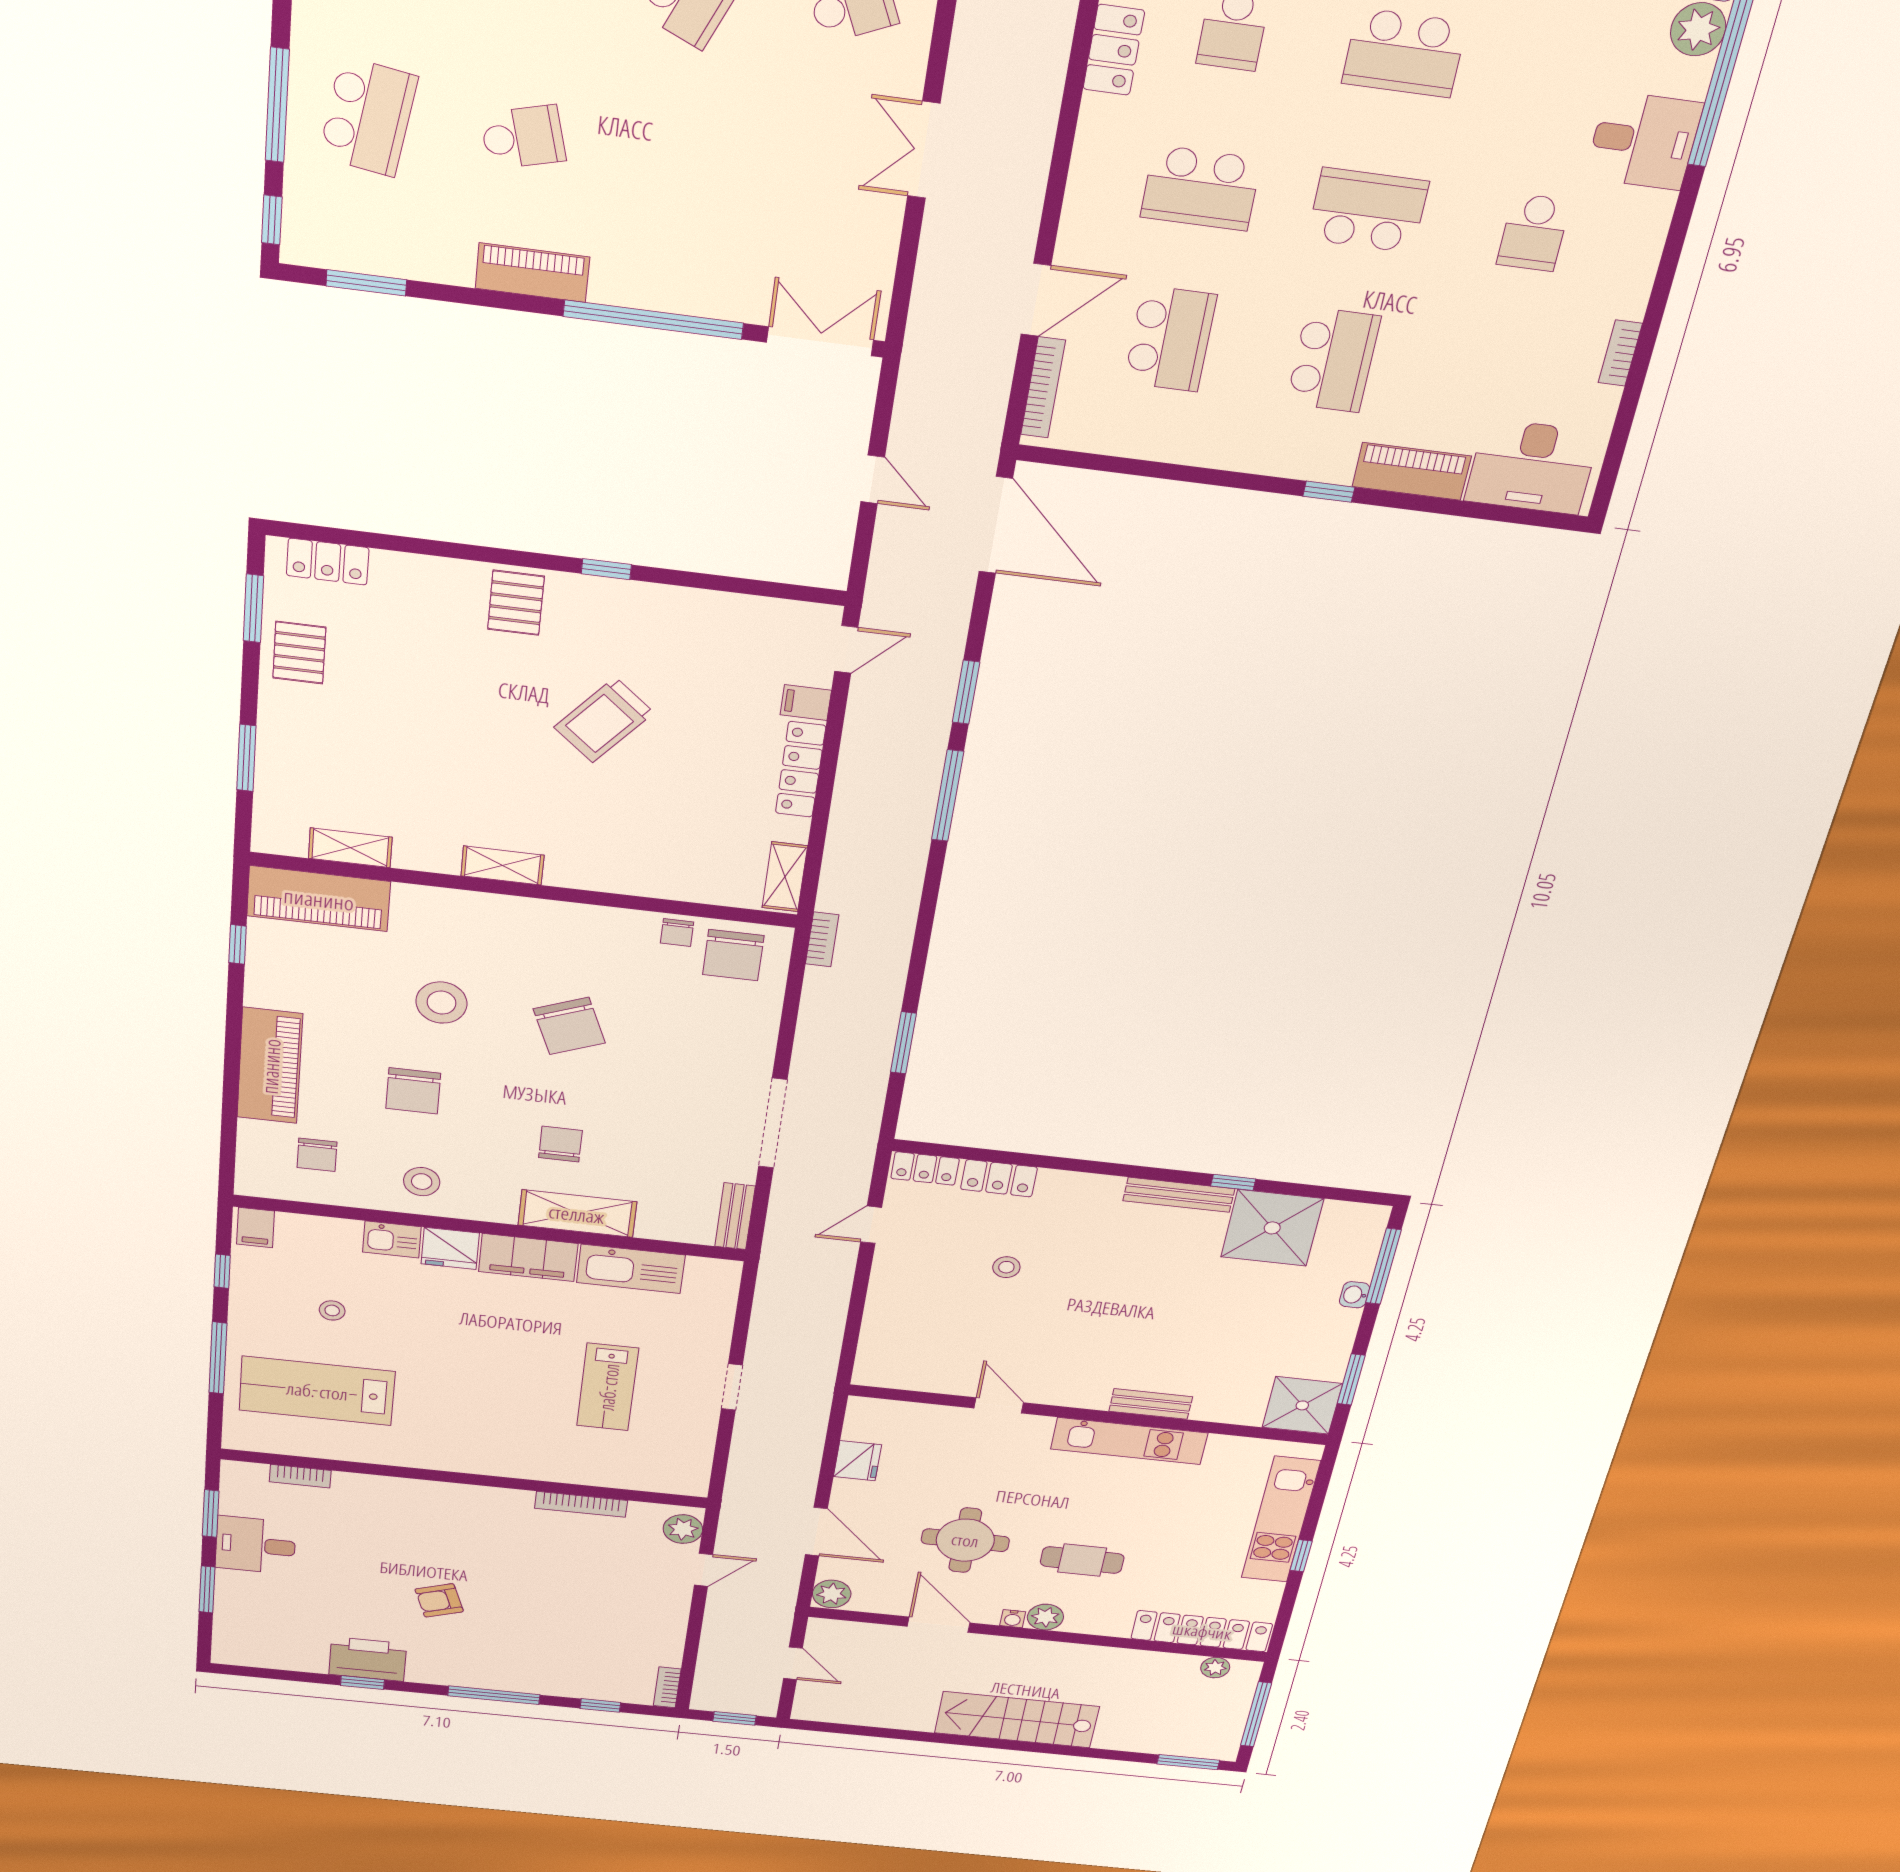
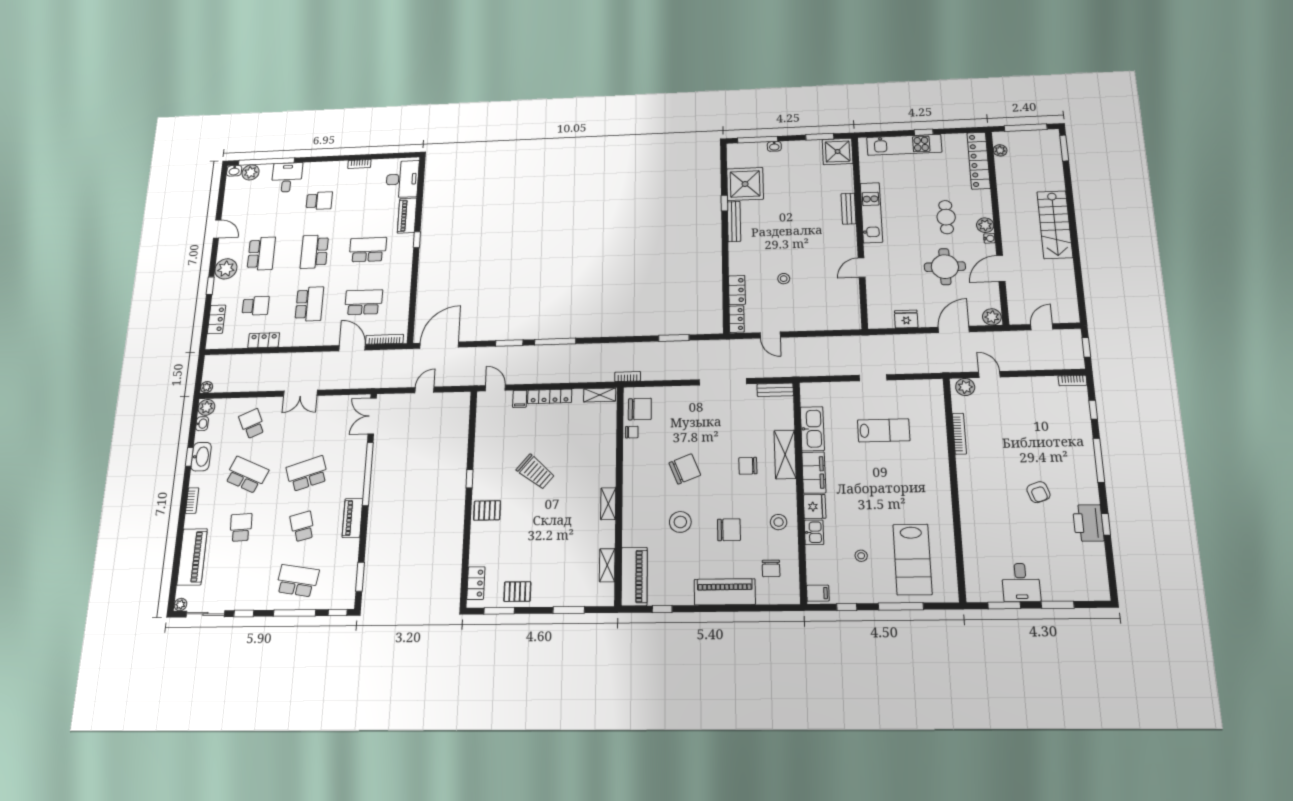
school desk: (677, 158) -> (307, 474), added
chair: (317, 1155) -> (771, 568), turned 90
bookcase: (300, 1476) -> (969, 564), removed

